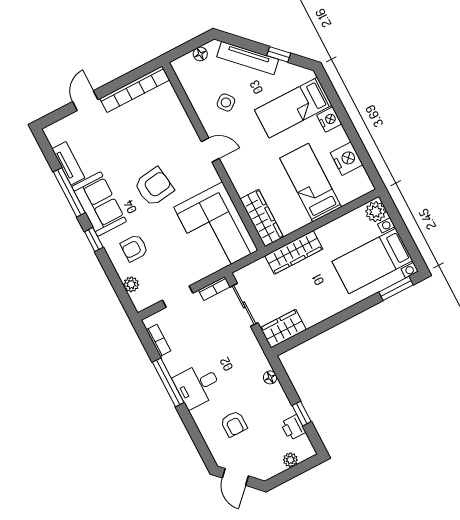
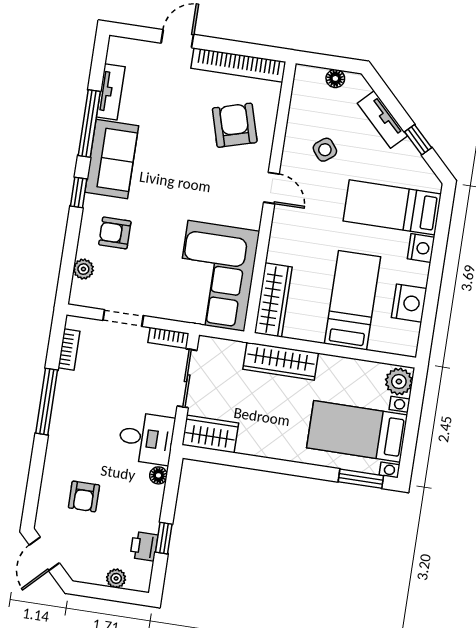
tv unit: (248, 58) -> (382, 120), width x0.71
armchair: (154, 187) -> (235, 125), moved, turned -98
desk: (198, 385) -> (146, 438), moved, turned 180

